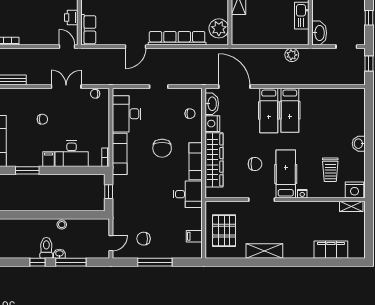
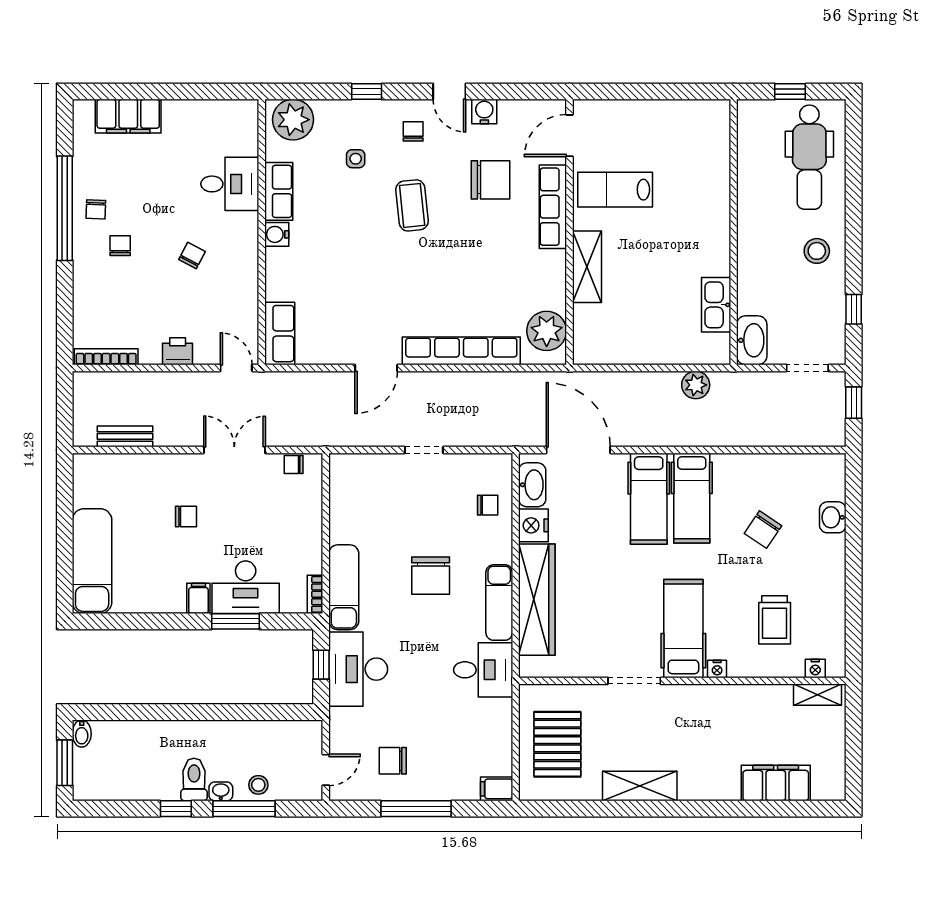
printer: (71, 17) -> (178, 351), moved, turned 90
desk: (127, 114) -> (358, 669), moved
washbasin: (359, 144) -> (833, 517), moved
chair: (255, 164) -> (763, 530), moved, turned 124
window: (27, 170) -> (235, 621), moved
nightstand: (355, 190) -> (815, 668), width x0.53, depth x0.56
stool: (62, 225) -> (258, 785), moved
filing cabinet: (194, 236) -> (497, 789), moved

